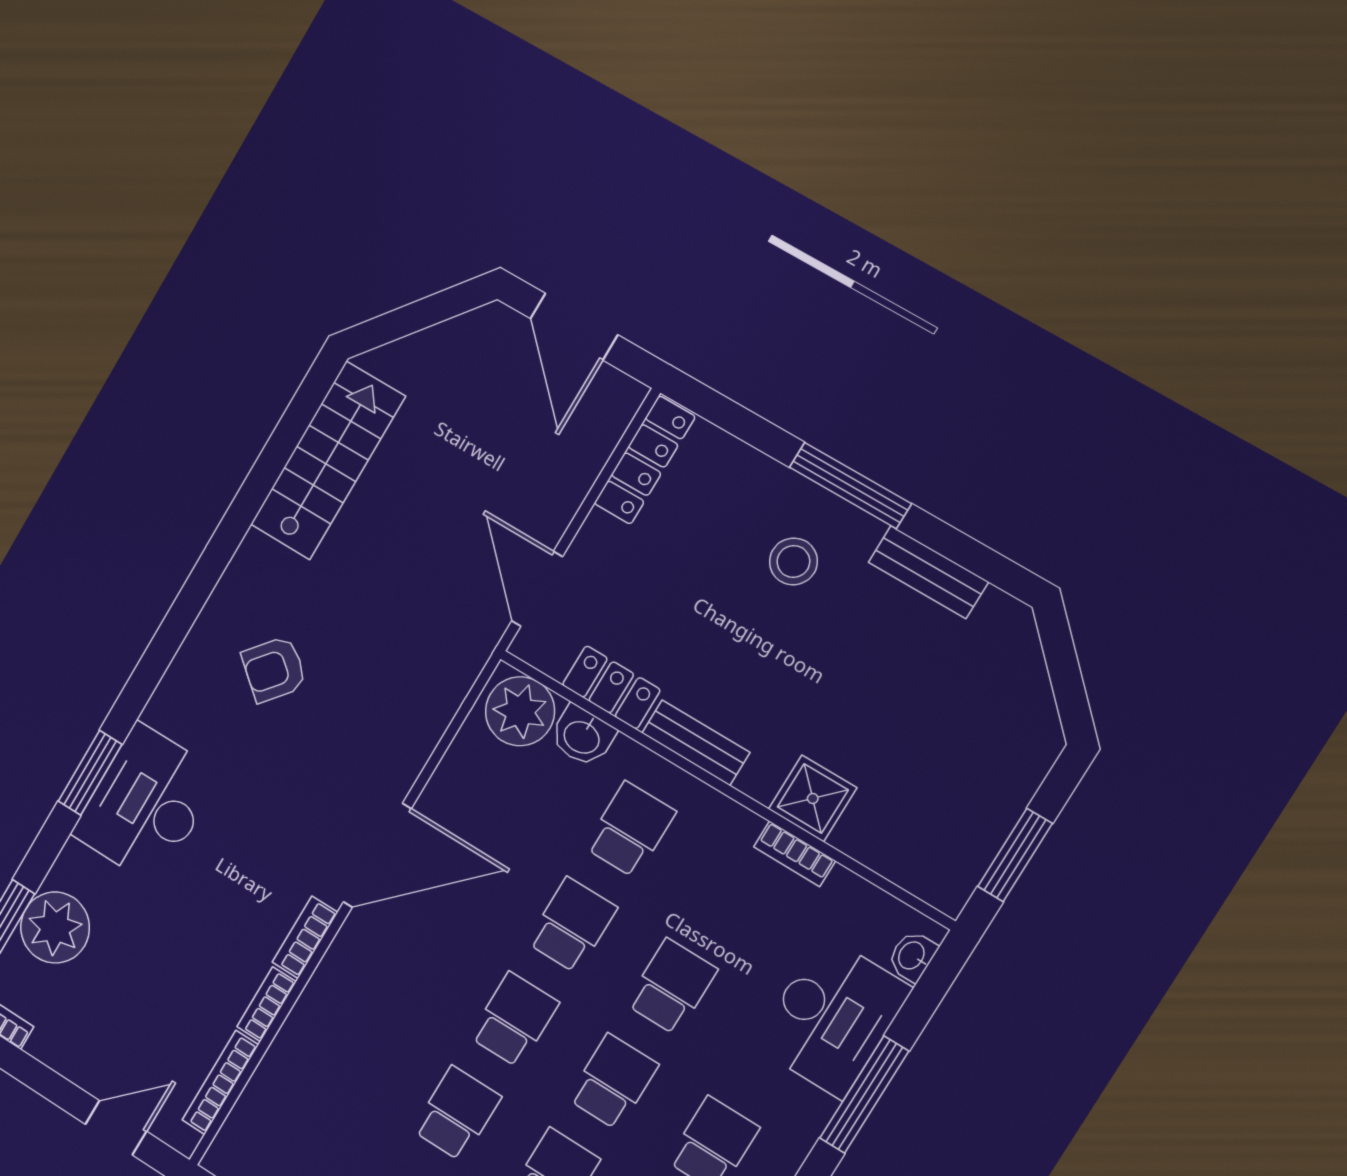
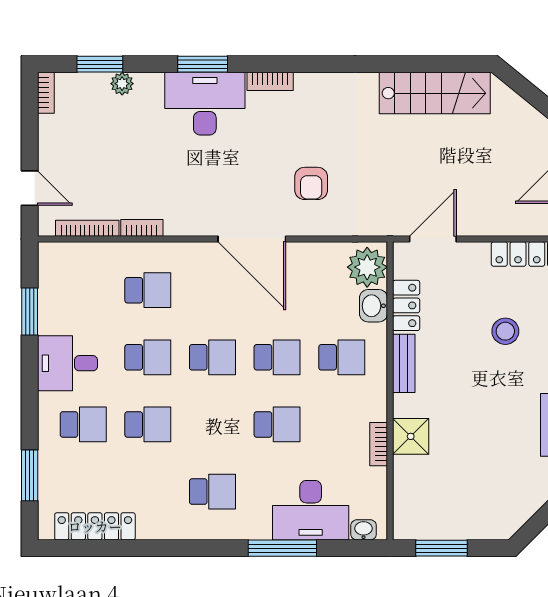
stool: (793, 561) -> (505, 331), moved
armchair: (274, 669) -> (311, 183), moved, turned -130
plant: (55, 927) -> (122, 84), width x0.53, depth x0.53
bookcase: (305, 937) -> (270, 81), moved, turned 180
school desk: (613, 1082) -> (148, 290), moved

